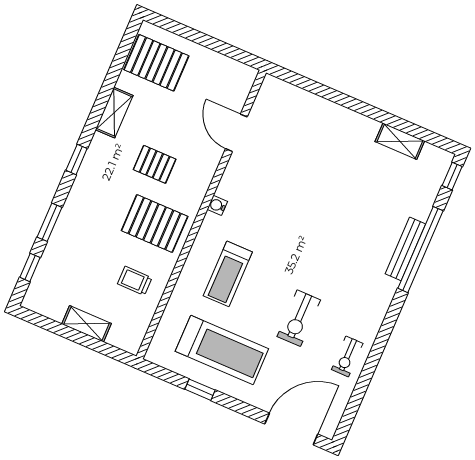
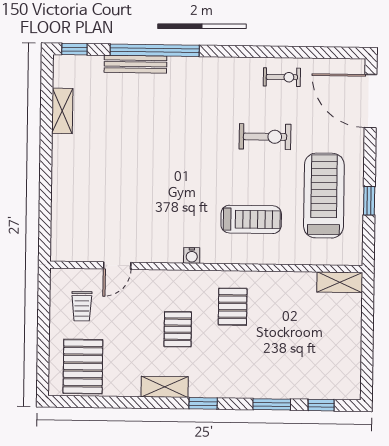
shelving: (114, 113) -> (165, 387), moved
door: (236, 133) -> (117, 266), width x0.73
pallet: (155, 224) -> (233, 307), width x0.67, depth x0.71
bench: (405, 249) -> (135, 64), moved
trolley: (135, 281) -> (82, 306), moved
shelving: (86, 324) -> (340, 282), moved, turned 90

